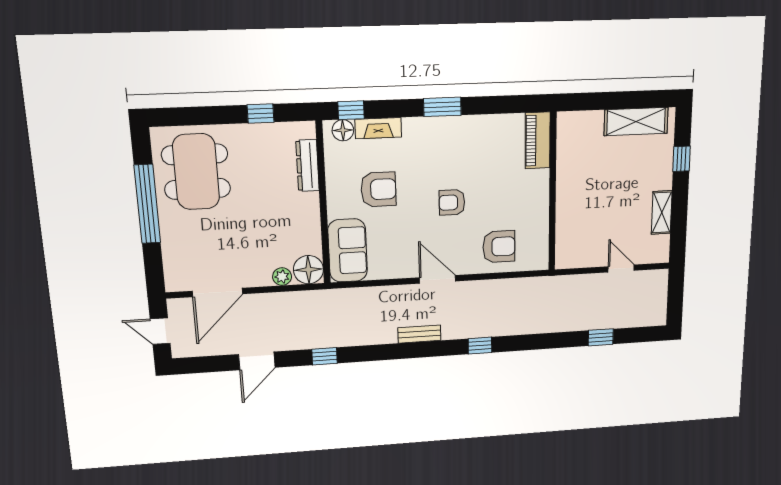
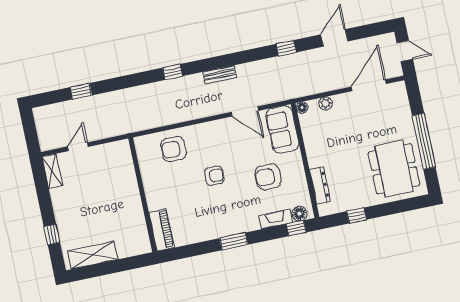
shelving: (662, 212) -> (52, 171), moved
door: (621, 268) -> (78, 147), swing flipped
floor lamp: (308, 270) -> (302, 108), width x0.53, depth x0.53
door: (437, 279) -> (245, 111), moved

